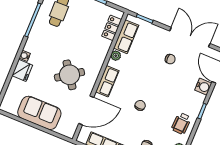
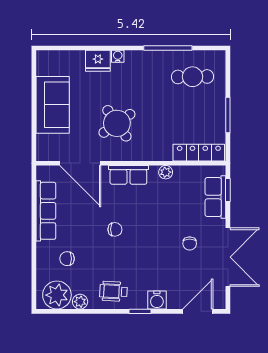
locker: (112, 28) -> (199, 153), width x1.53
row of seats: (126, 37) -> (215, 197), moved, turned 90
water cooler: (203, 87) -> (157, 300), moved

